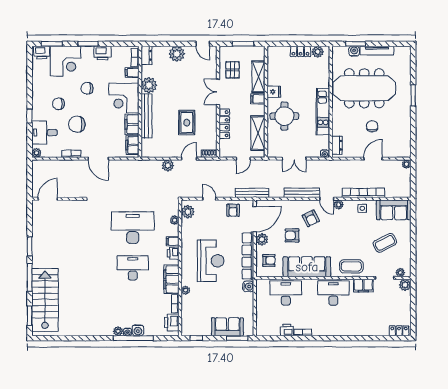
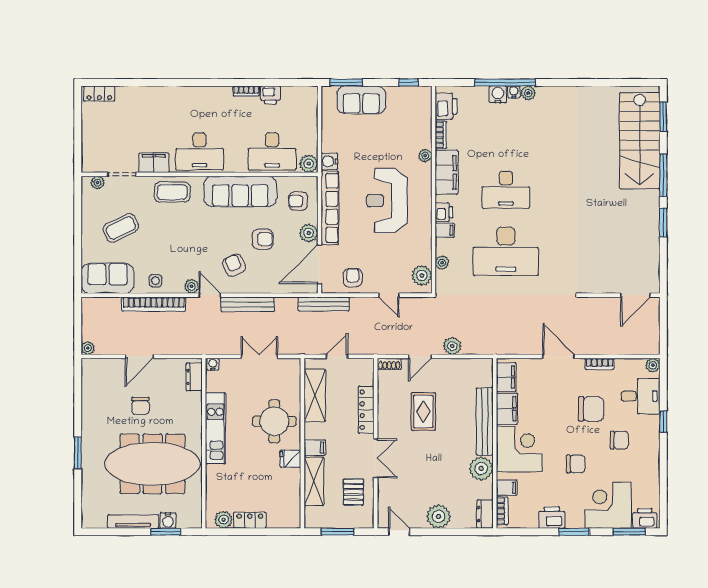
plant: (405, 285) -> (309, 164), moved

